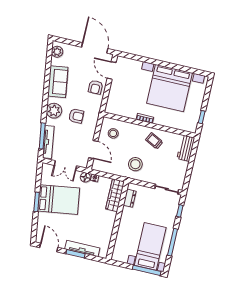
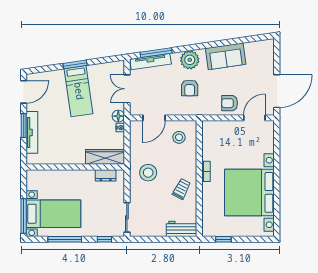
plant: (57, 52) -> (262, 47), removed
bed: (59, 200) -> (79, 91), width x0.67

